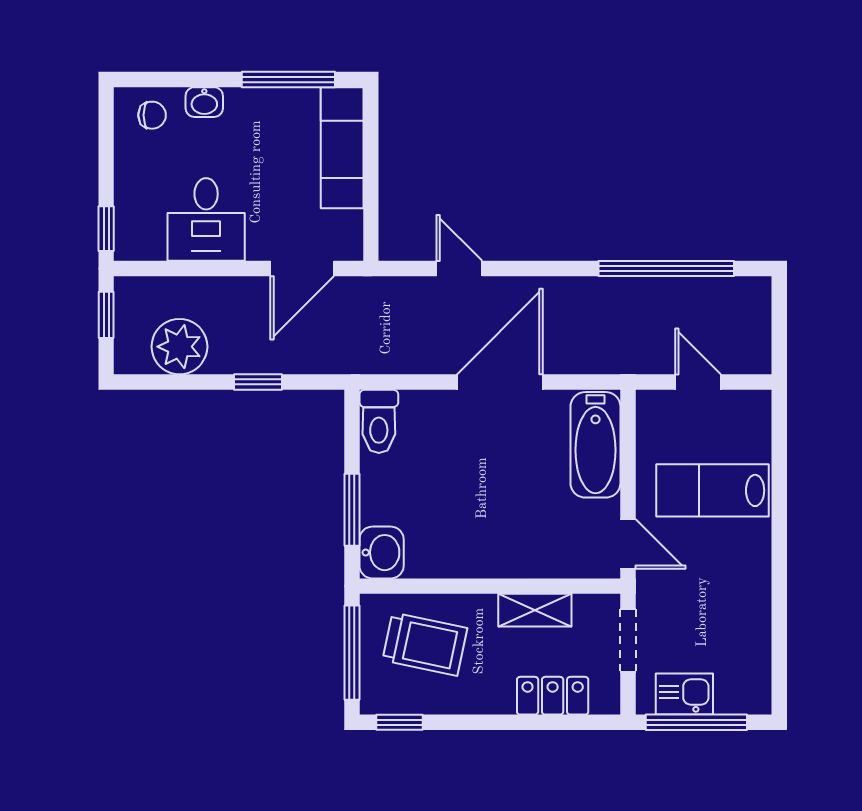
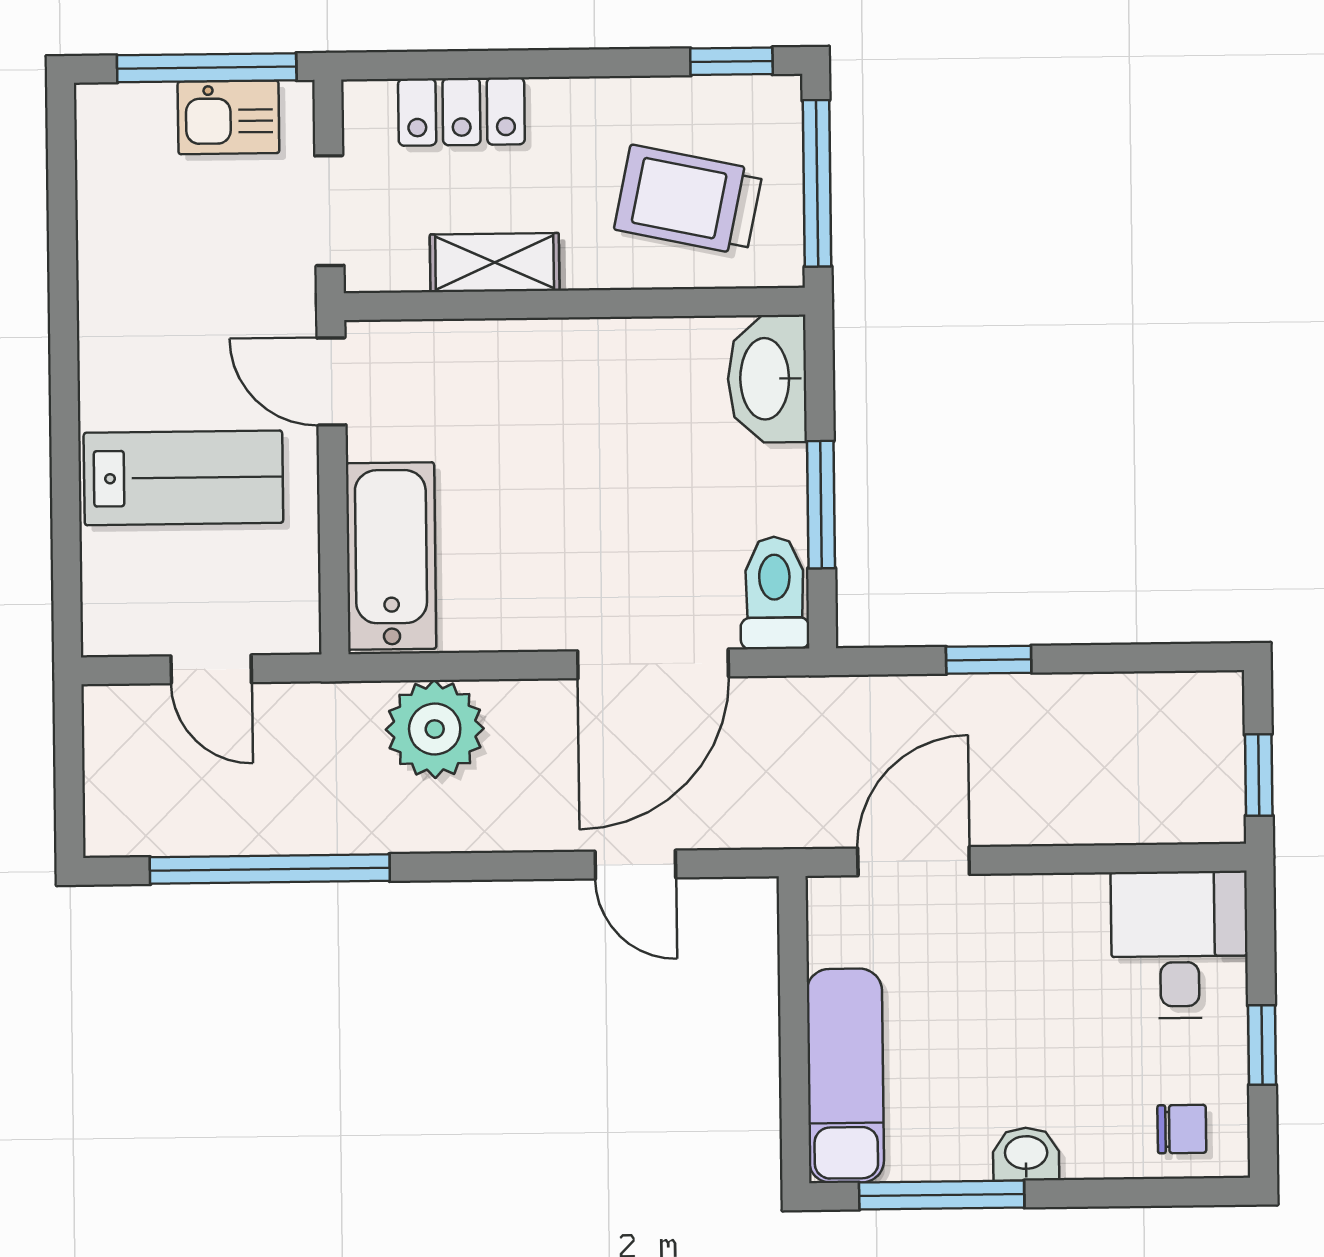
washbasin: (204, 102) -> (1026, 1154), moved
chair: (152, 115) -> (1182, 1129), turned 180
desk: (206, 220) -> (1179, 945), moved
window: (106, 229) -> (1262, 1045), moved
plant: (179, 347) -> (435, 729), moved
door: (500, 382) -> (653, 664), moved
window: (352, 510) -> (821, 505), moved
washbasin: (382, 553) -> (767, 379), width x1.38

